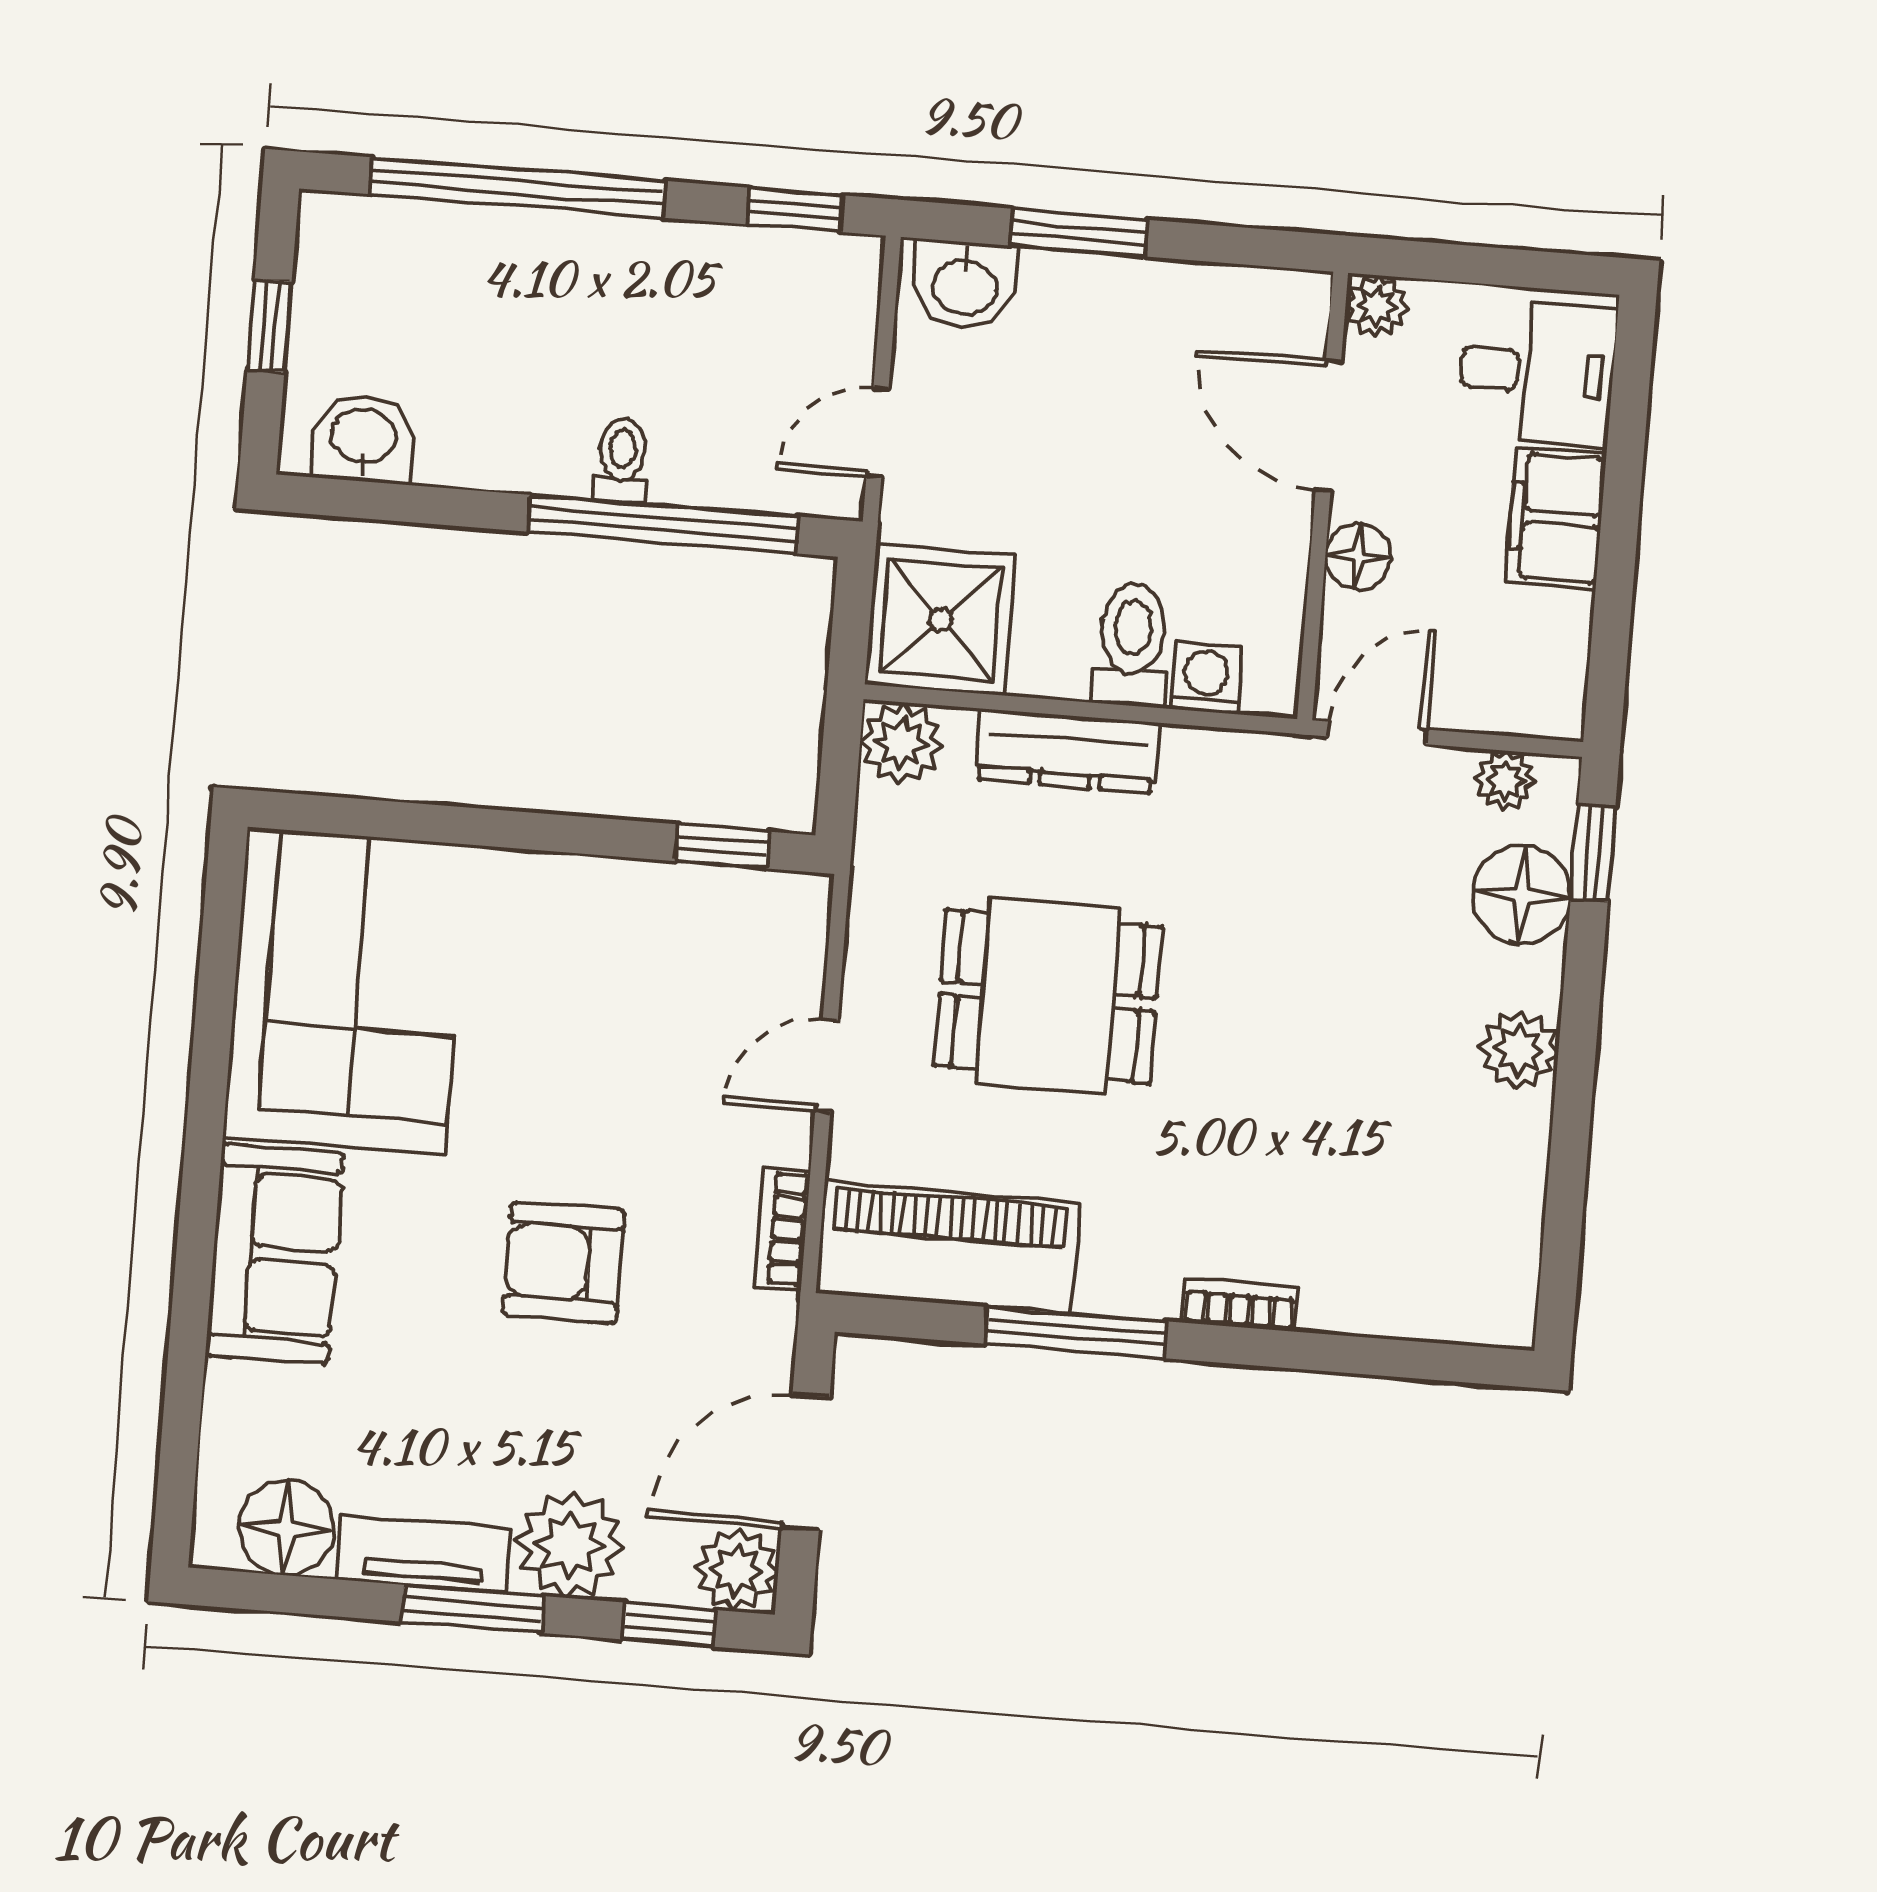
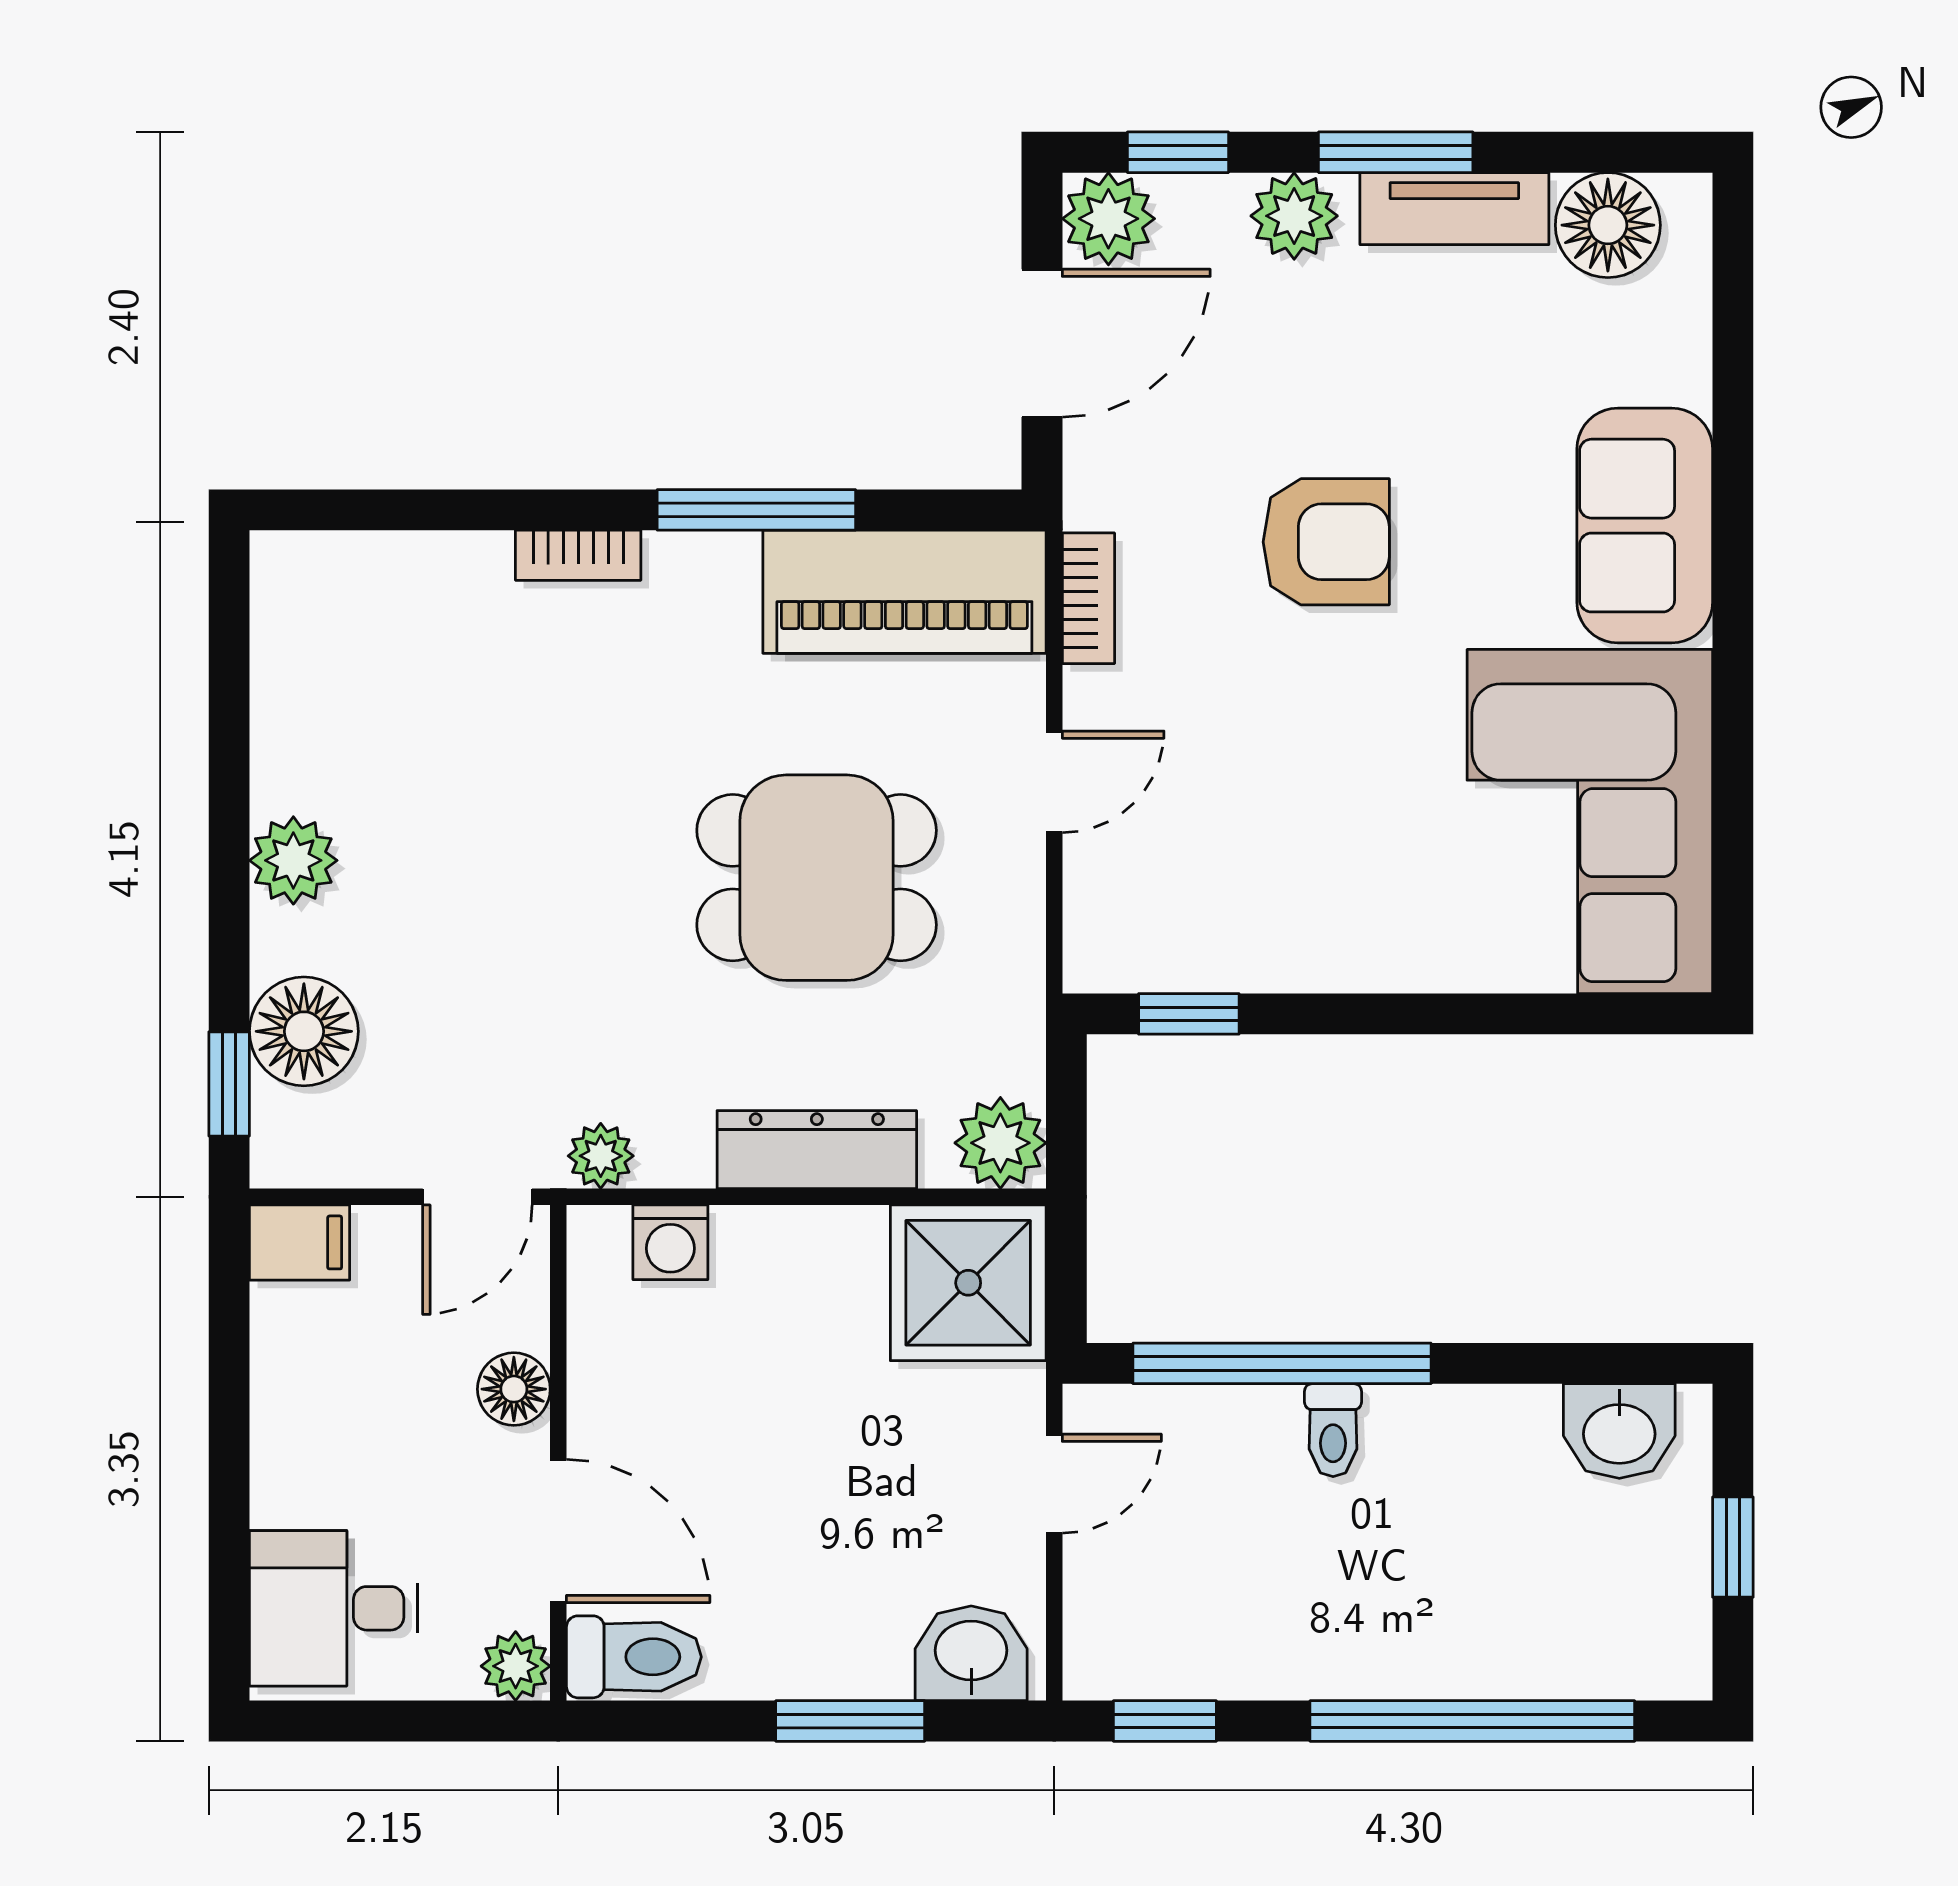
filing cabinet: (1556, 518) -> (300, 1242), moved, width x0.50
toilet: (1132, 645) -> (634, 1657), moved, turned -90
plant: (1505, 780) -> (601, 1156), moved
plant: (570, 1544) -> (1294, 216), width x0.73, depth x0.73

